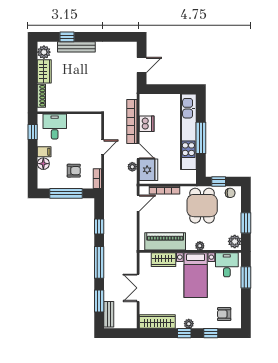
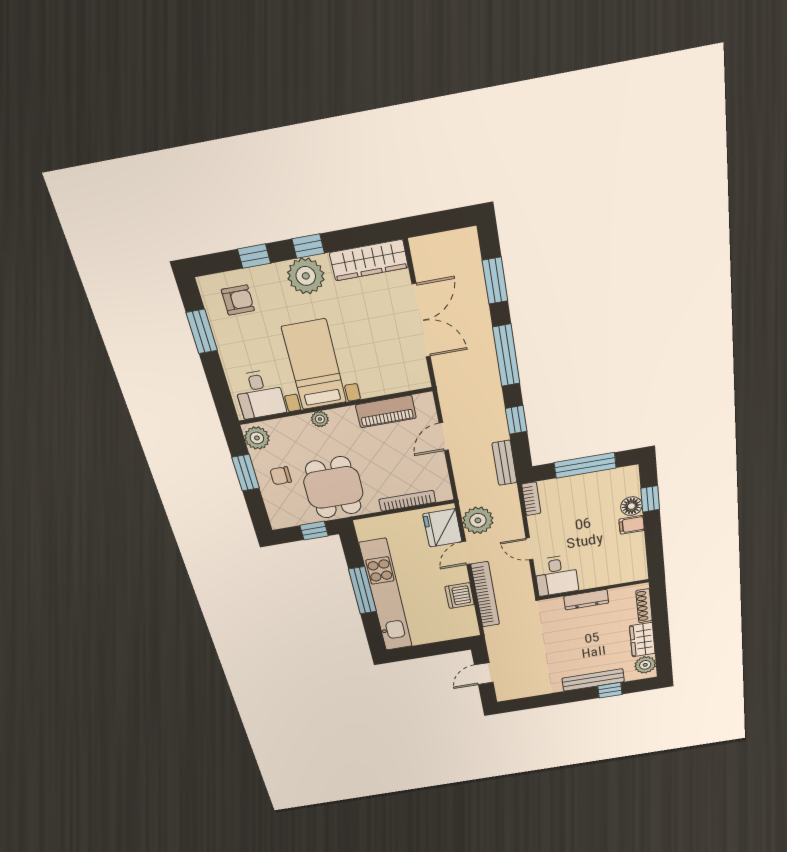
dresser: (74, 107) -> (586, 600), added
desk: (55, 127) -> (556, 576), moved
window: (33, 132) -> (650, 499), moved
door: (103, 147) -> (529, 549), hinge flipped
door: (138, 151) -> (466, 553), hinge flipped
plant: (132, 167) -> (478, 520), width x1.88, depth x1.88
armchair: (74, 171) -> (575, 504), removed
chair: (230, 193) -> (281, 476), moved
door: (138, 203) -> (444, 437), moved
piano: (165, 241) -> (386, 412), width x0.73, depth x0.75
wardrobe: (163, 260) -> (383, 382), removed
window: (246, 277) -> (202, 332), moved
double door: (138, 288) -> (421, 321), width x1.37
bench: (109, 314) -> (505, 463), moved
plant: (189, 324) -> (306, 276), width x1.88, depth x1.88

